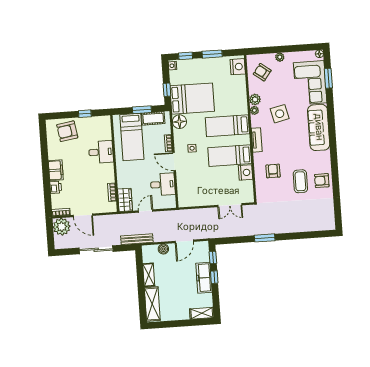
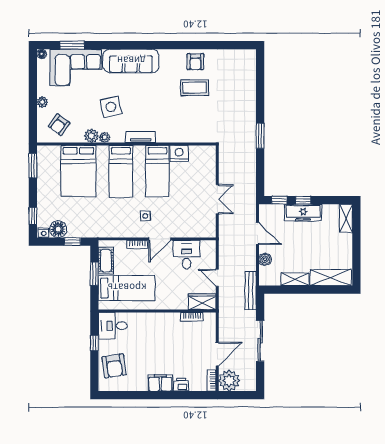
window: (212, 54) -> (33, 166), moved
nightstand: (238, 67) -> (50, 154), removed
bed: (192, 99) -> (78, 171), moved, turned 180
floor lamp: (179, 122) -> (58, 229), moved
desk: (101, 152) -> (113, 326), moved, turned -90
armchair: (273, 171) -> (180, 120), removed
double door: (230, 205) -> (217, 199), moved

